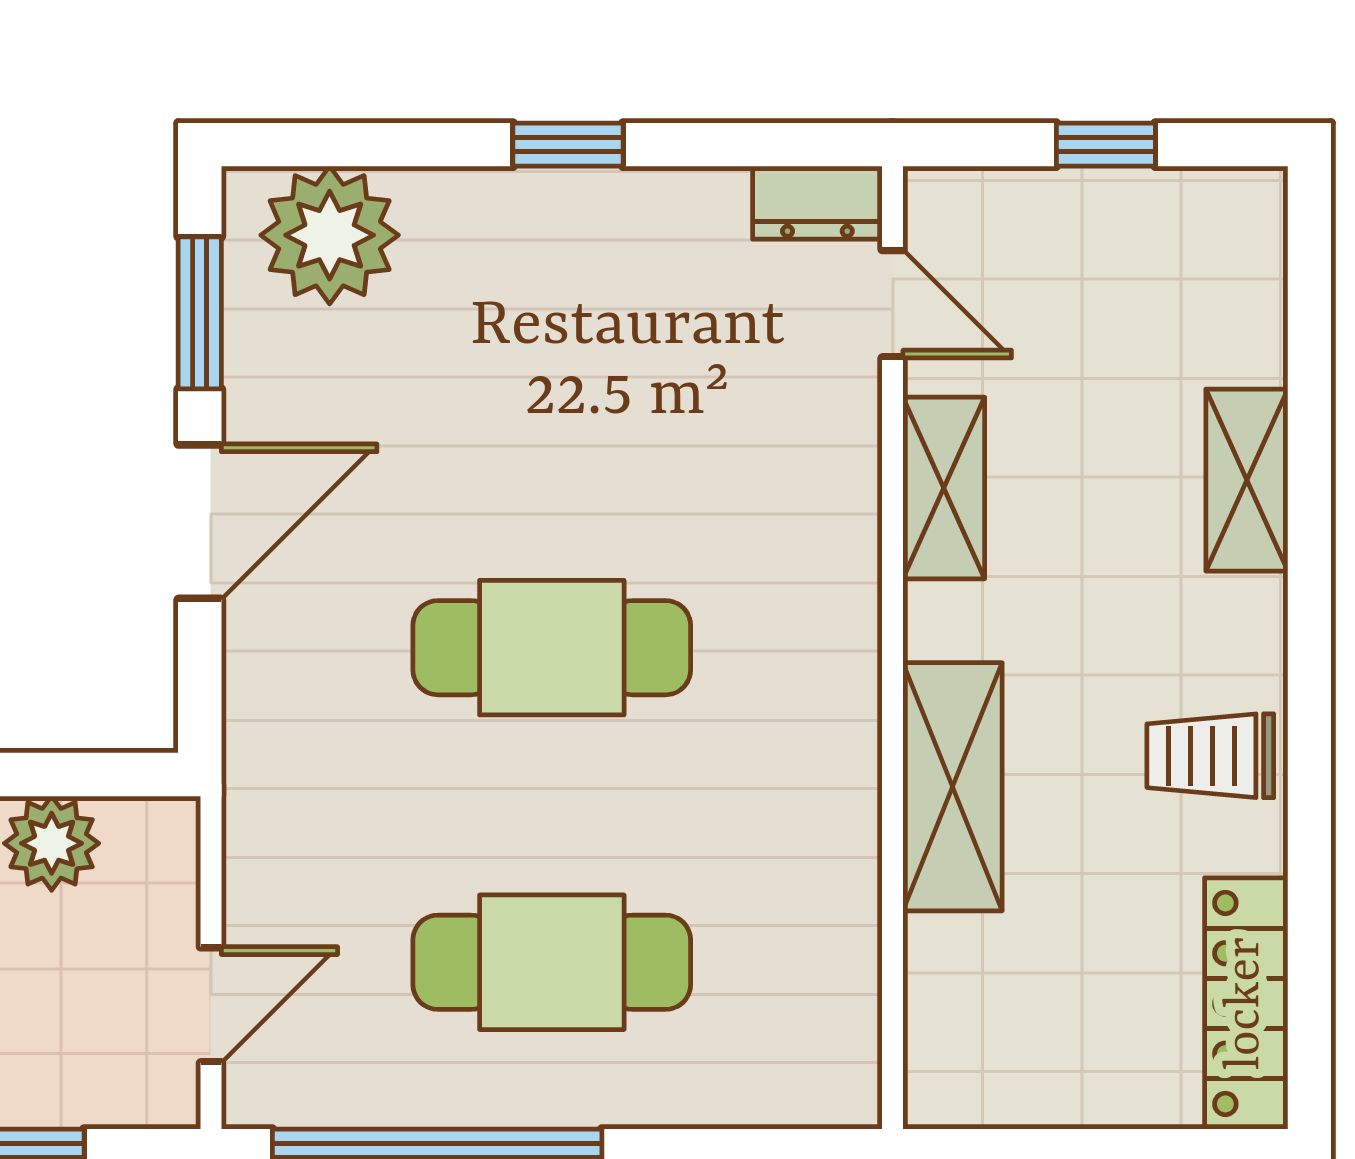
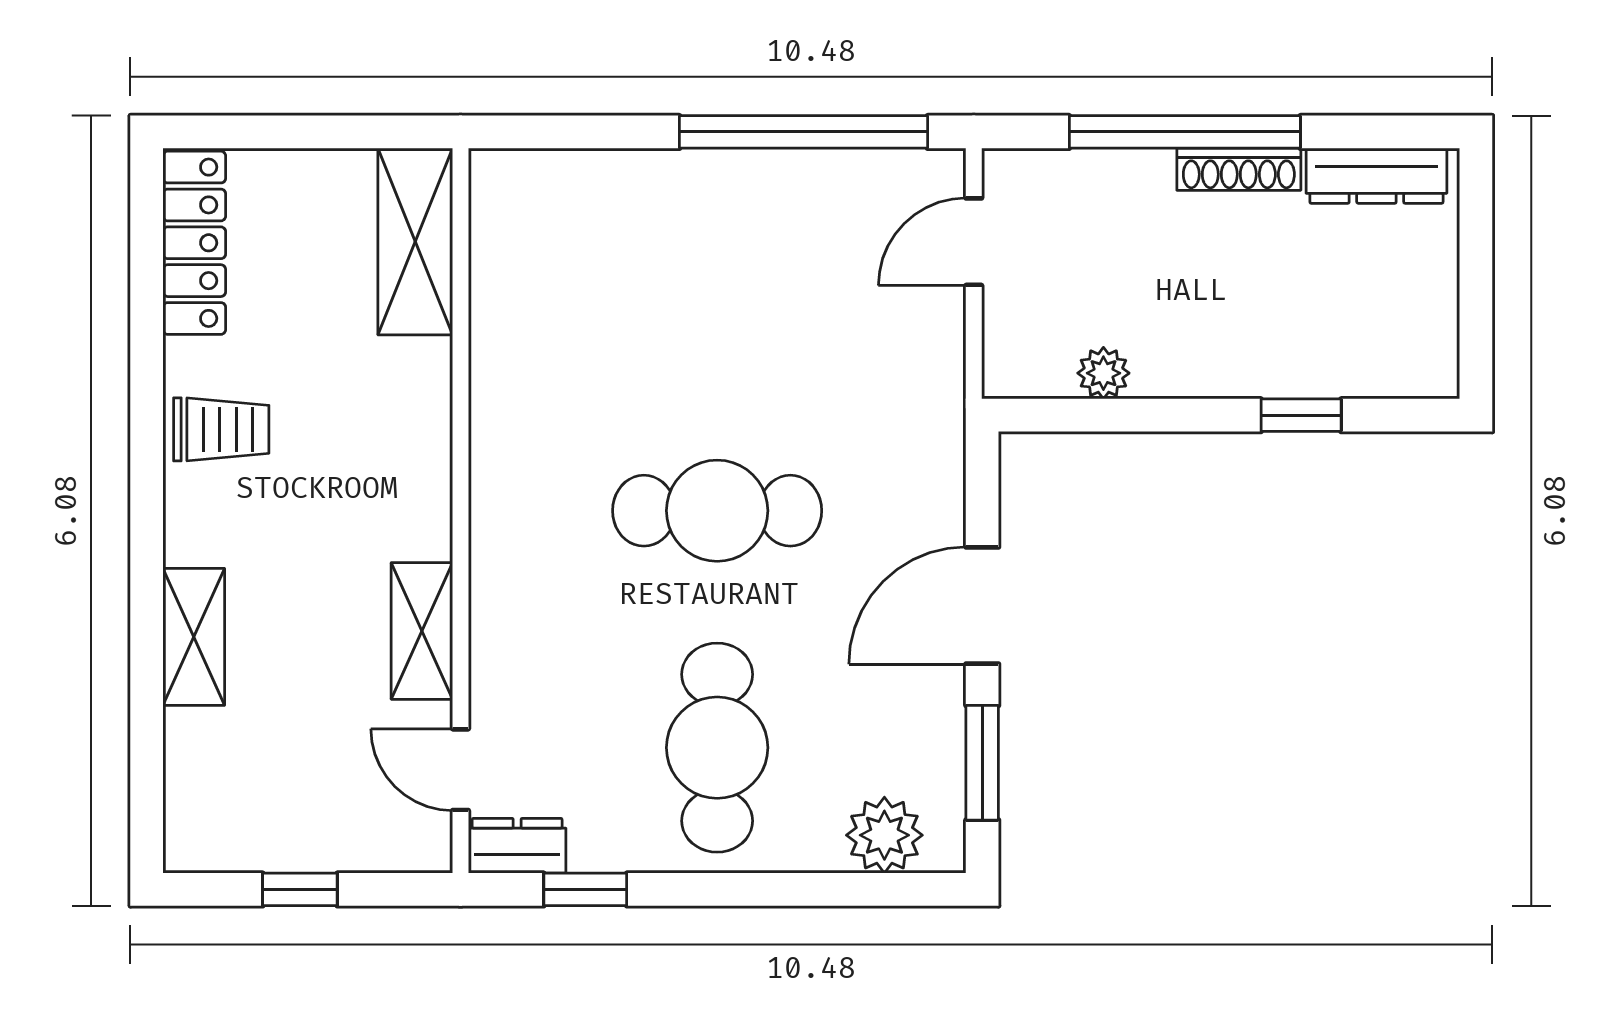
window: (568, 145) -> (585, 889), moved
plant: (330, 235) -> (884, 835), width x0.73, depth x0.73
shelving: (953, 787) -> (415, 242), moved
plant: (52, 843) -> (1103, 373), width x0.73, depth x0.73
cafe table: (552, 962) -> (717, 748), moved, turned 90

